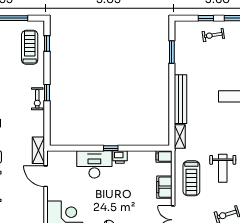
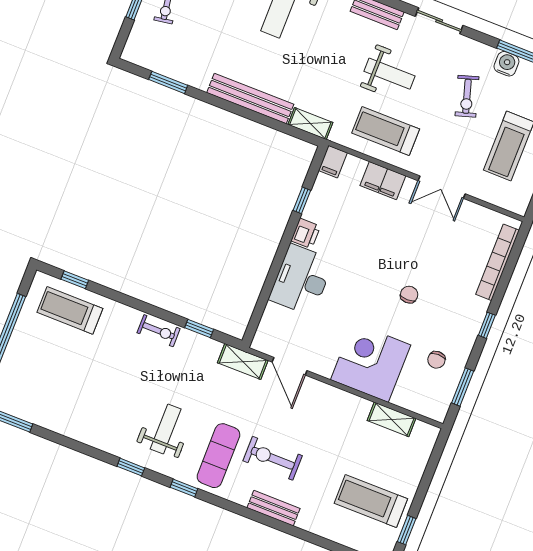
window: (47, 93) -> (199, 328), moved
window: (111, 148) -> (302, 200), moved
door: (46, 176) -> (290, 366), hinge flipped
treadmill: (191, 178) -> (386, 131), turned 180

